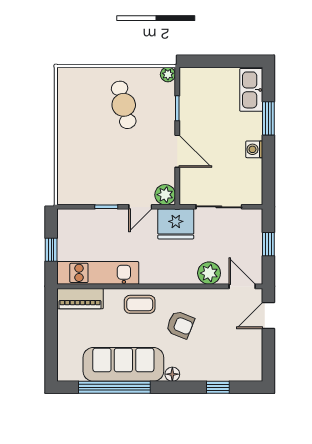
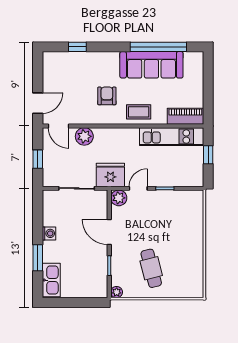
armchair: (180, 325) -> (107, 96), turned 68
floor lamp: (172, 374) -> (113, 57), removed

